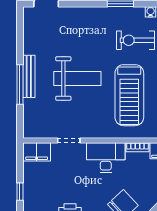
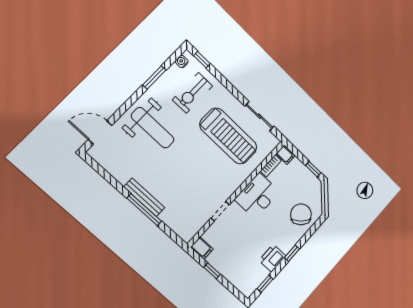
weight bench: (77, 78) -> (153, 128), moved, turned 90
filing cabinet: (37, 152) -> (202, 248), width x0.50
window: (20, 192) -> (212, 271), moved

